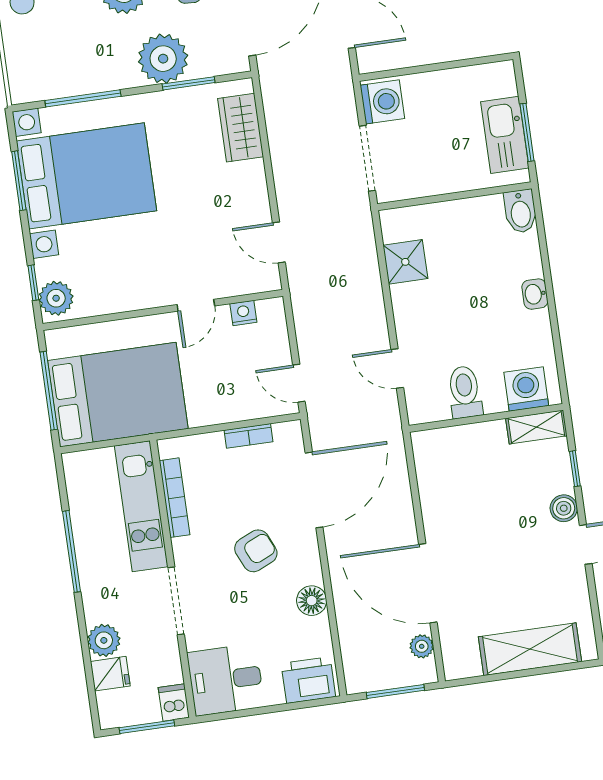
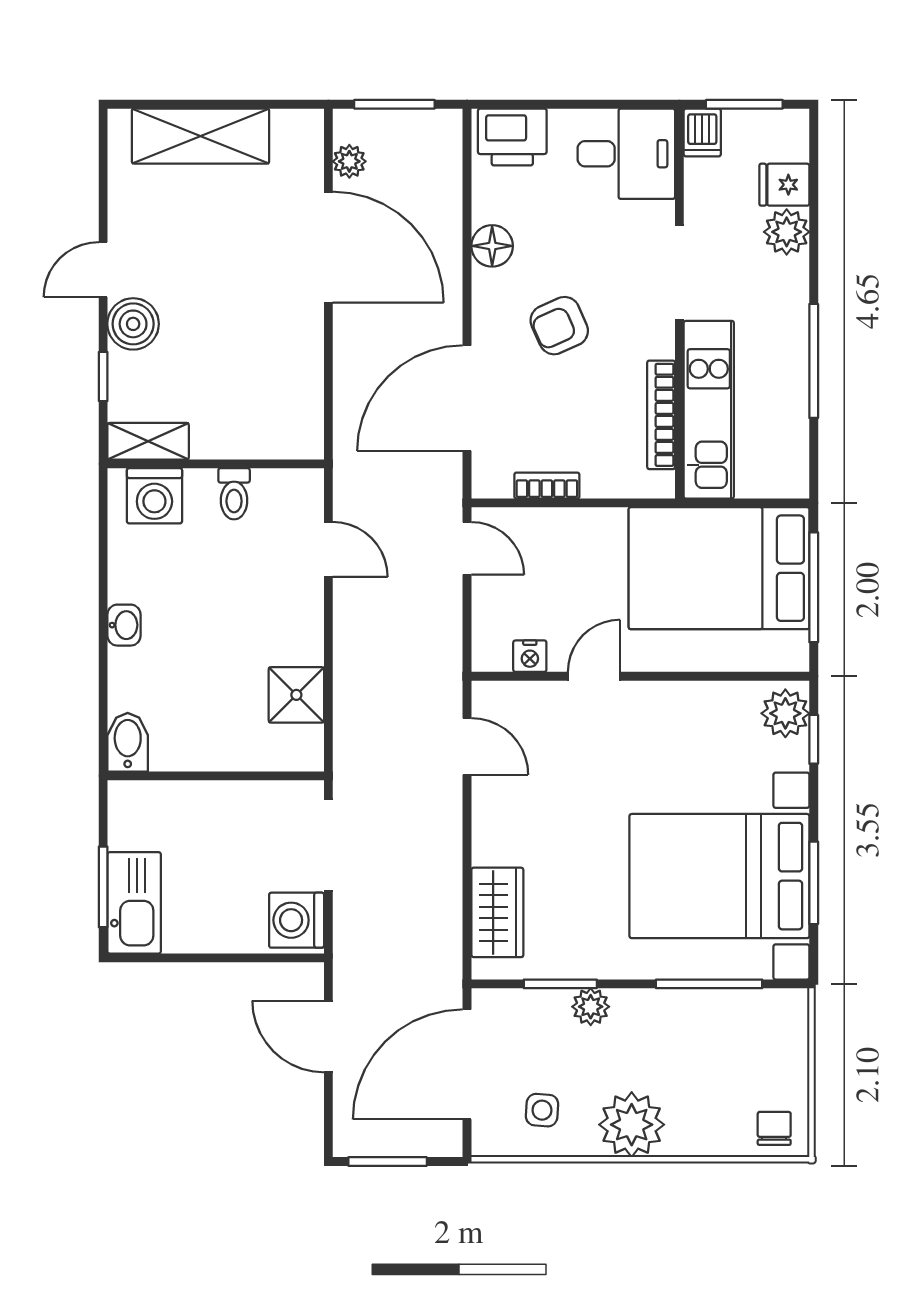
plant: (163, 59) -> (591, 1007), width x0.53, depth x0.53
window: (527, 132) -> (103, 887), moved
kitchen sink: (505, 135) -> (134, 903), moved
toilet: (465, 392) -> (234, 494), width x0.73, depth x0.72
boiler: (564, 508) -> (133, 324), width x1.36, depth x1.36

